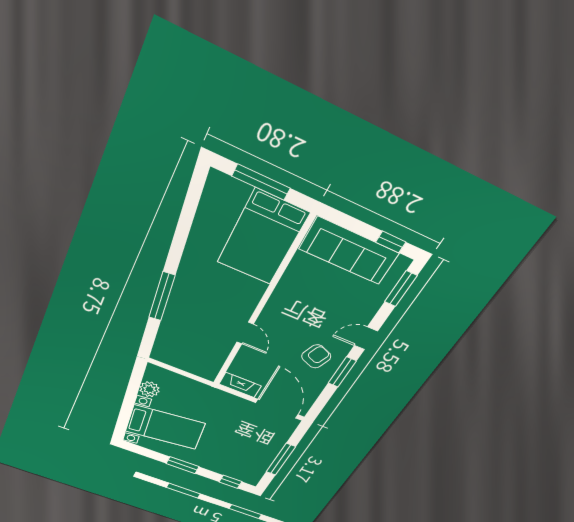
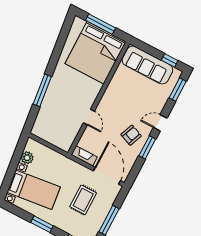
bed: (263, 238) -> (96, 53), width x1.36
rug: (241, 438) -> (83, 200), added

